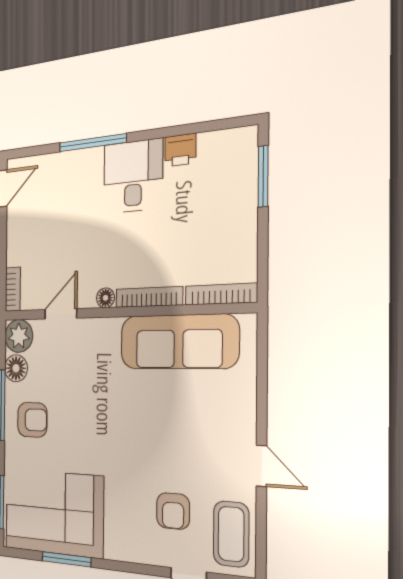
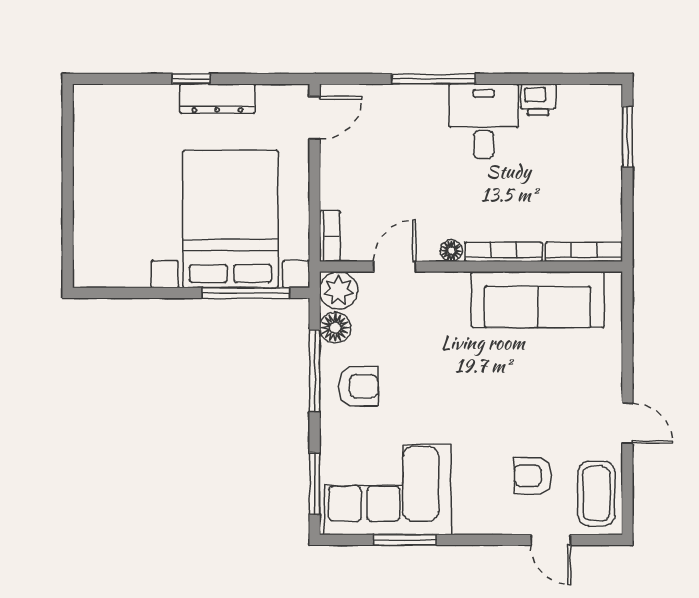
armchair: (173, 511) -> (533, 476), turned 90

